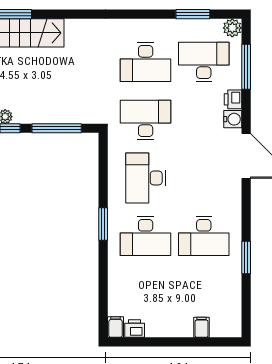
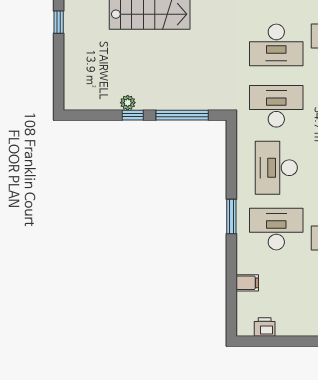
desk: (146, 236) -> (276, 229), turned 180
filing cabinet: (116, 327) -> (247, 283), moved, turned 90

